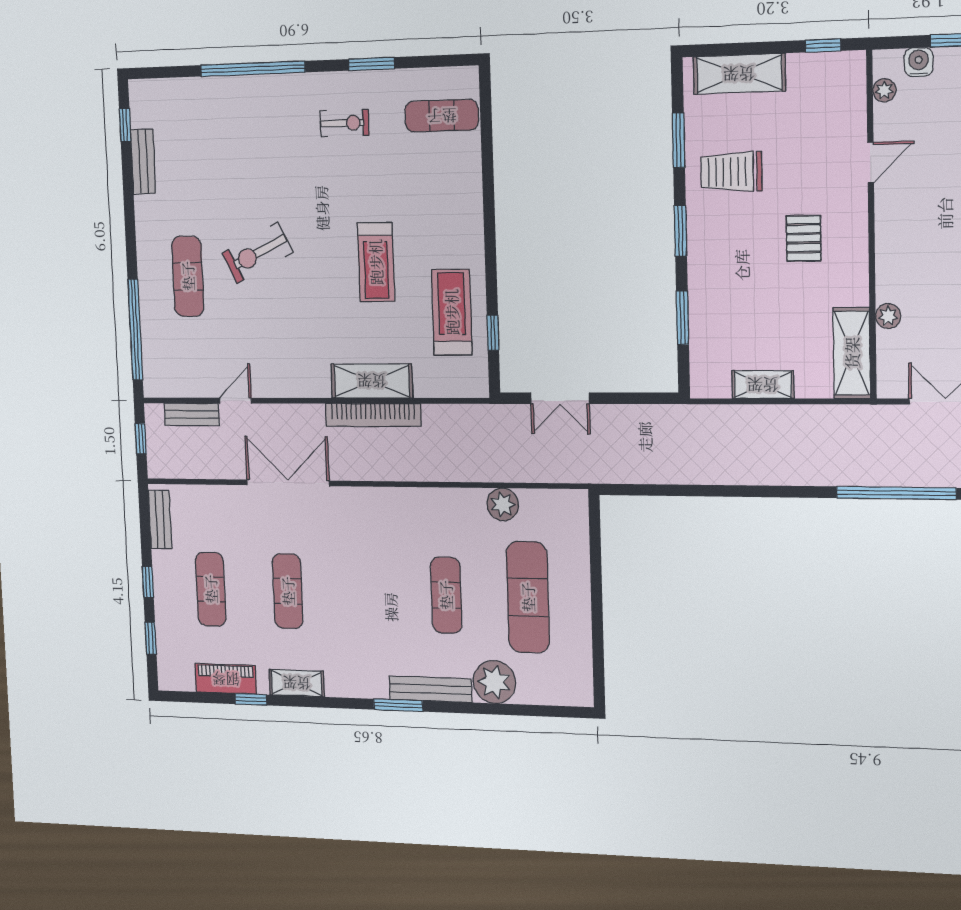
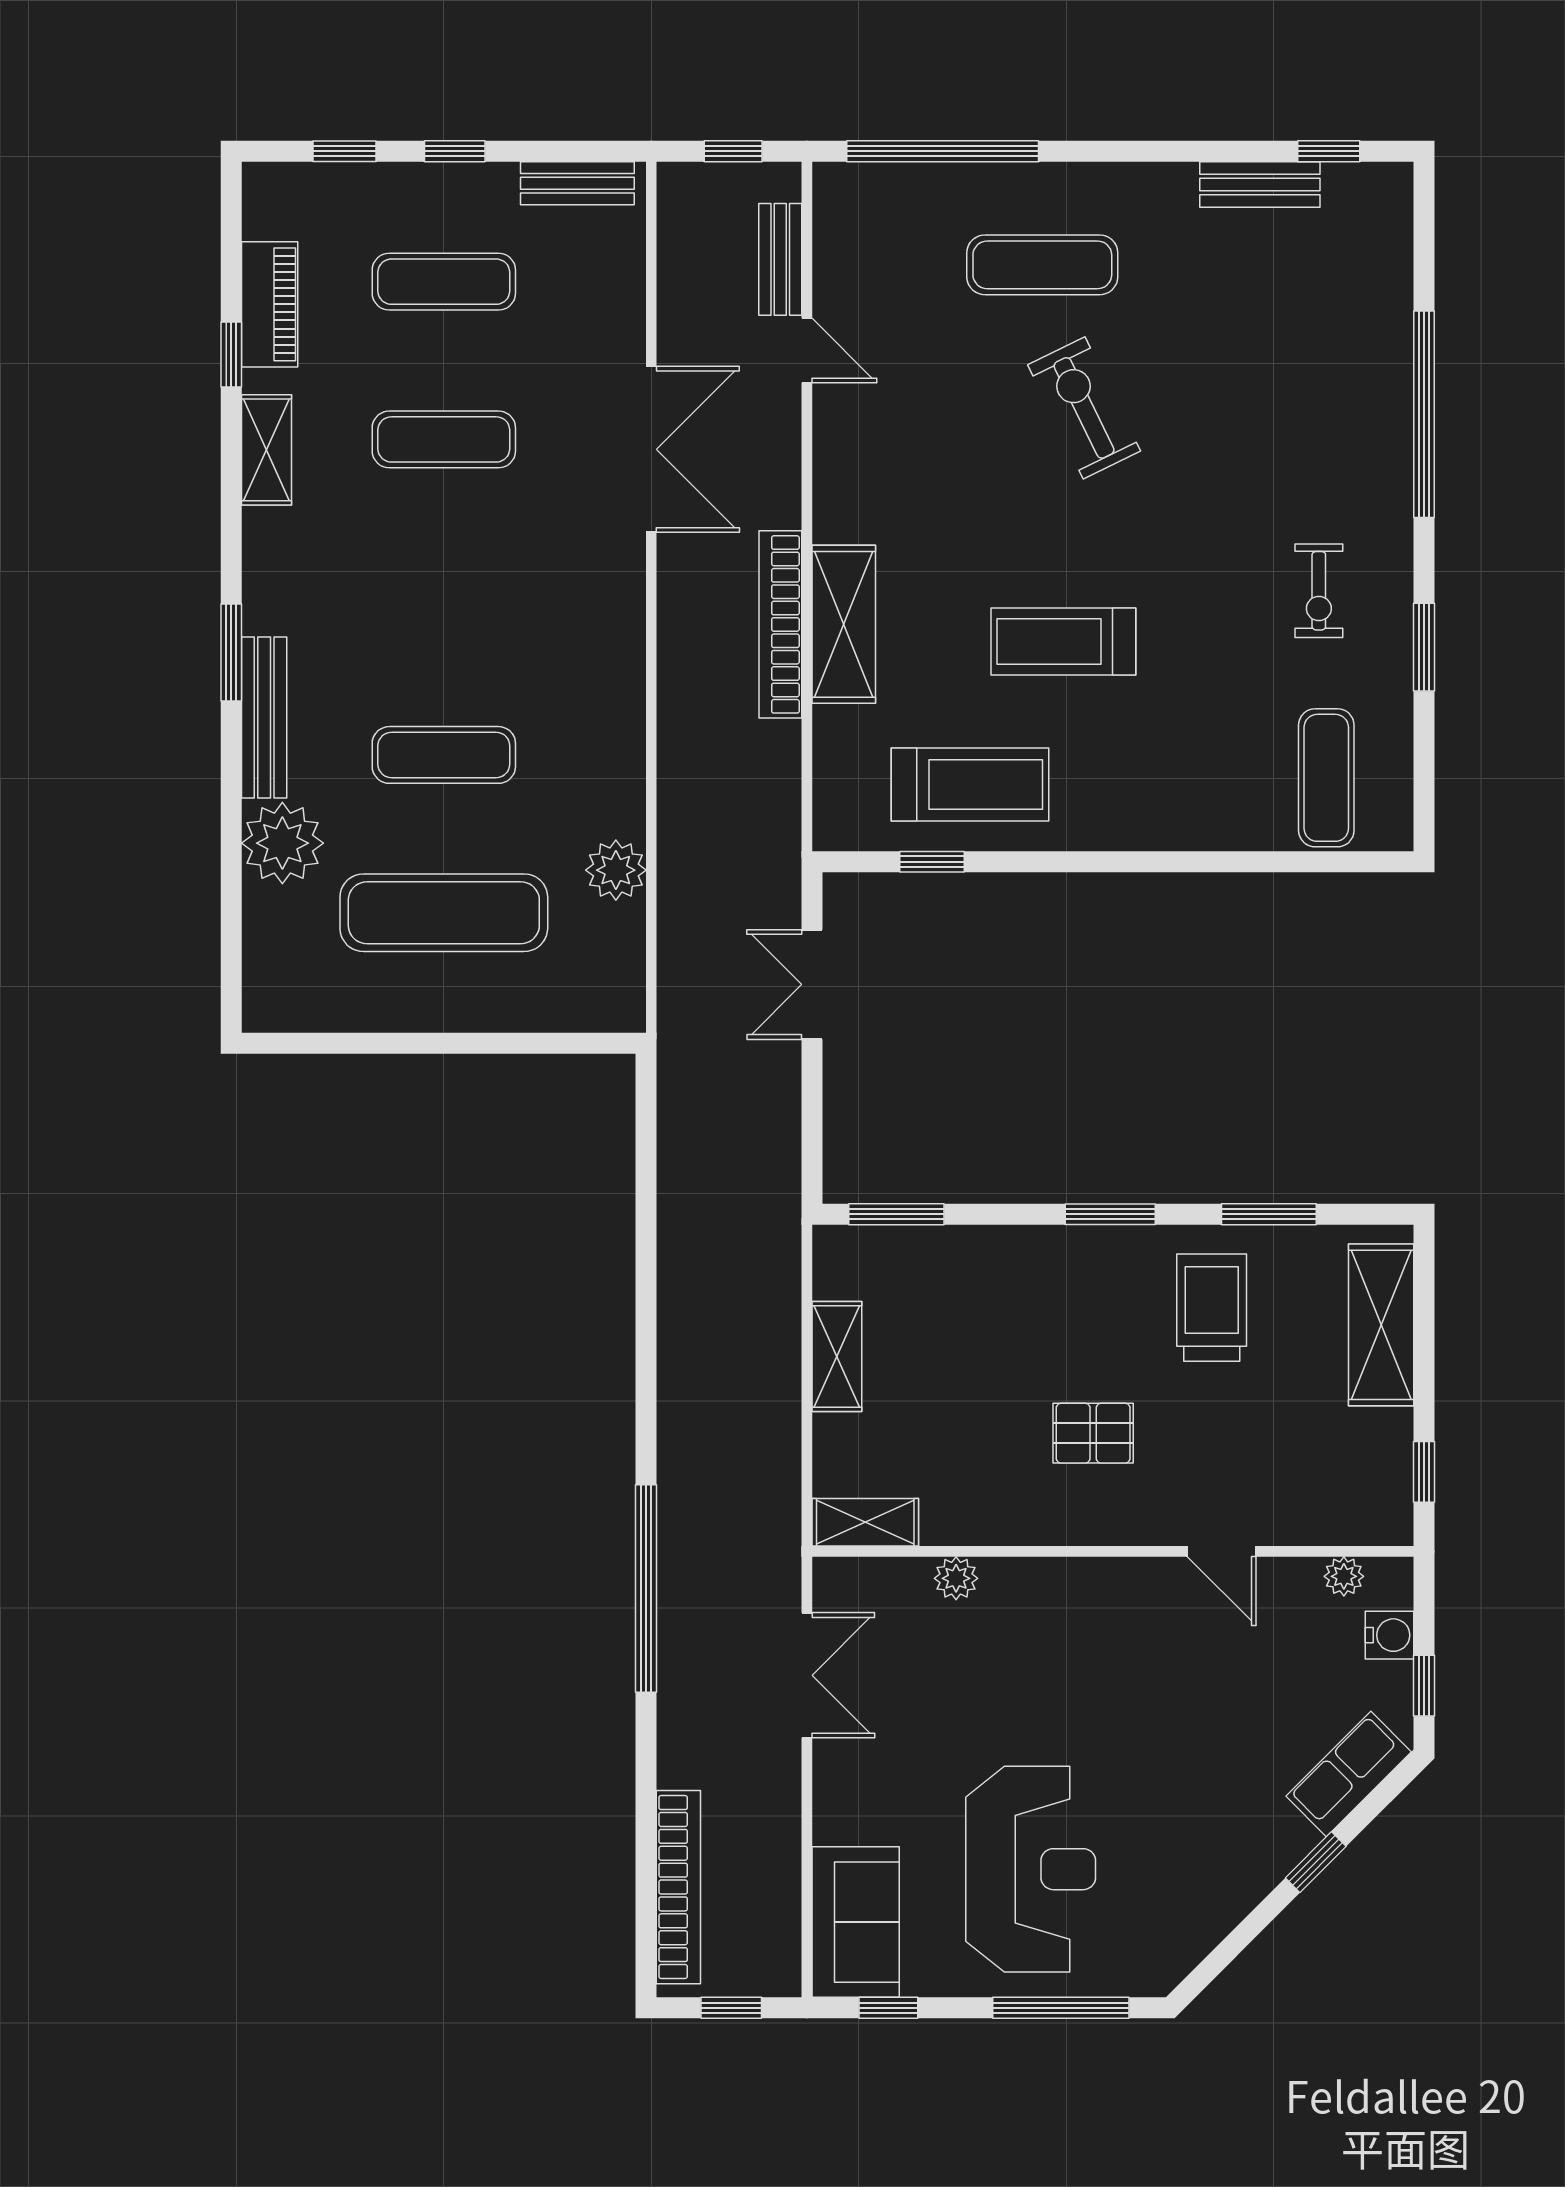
window: (682, 318) -> (896, 1214), moved
shelving: (852, 353) -> (865, 1522), width x0.67, depth x0.75

